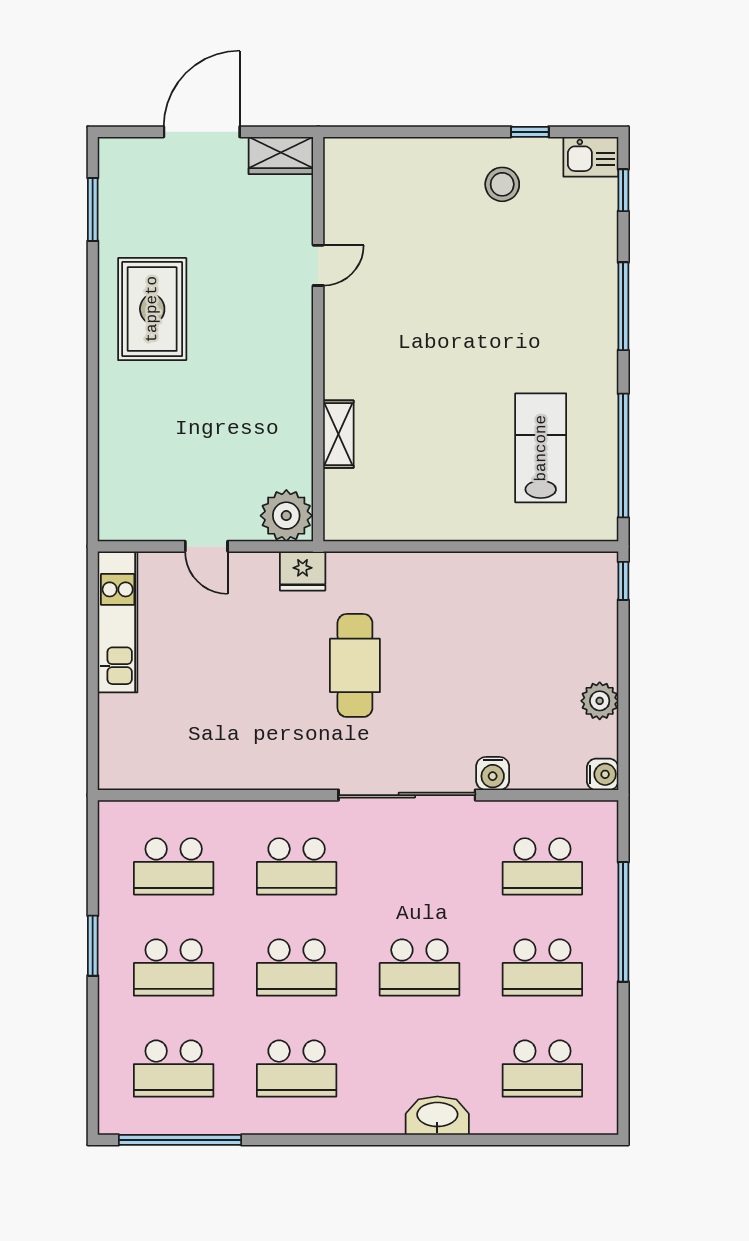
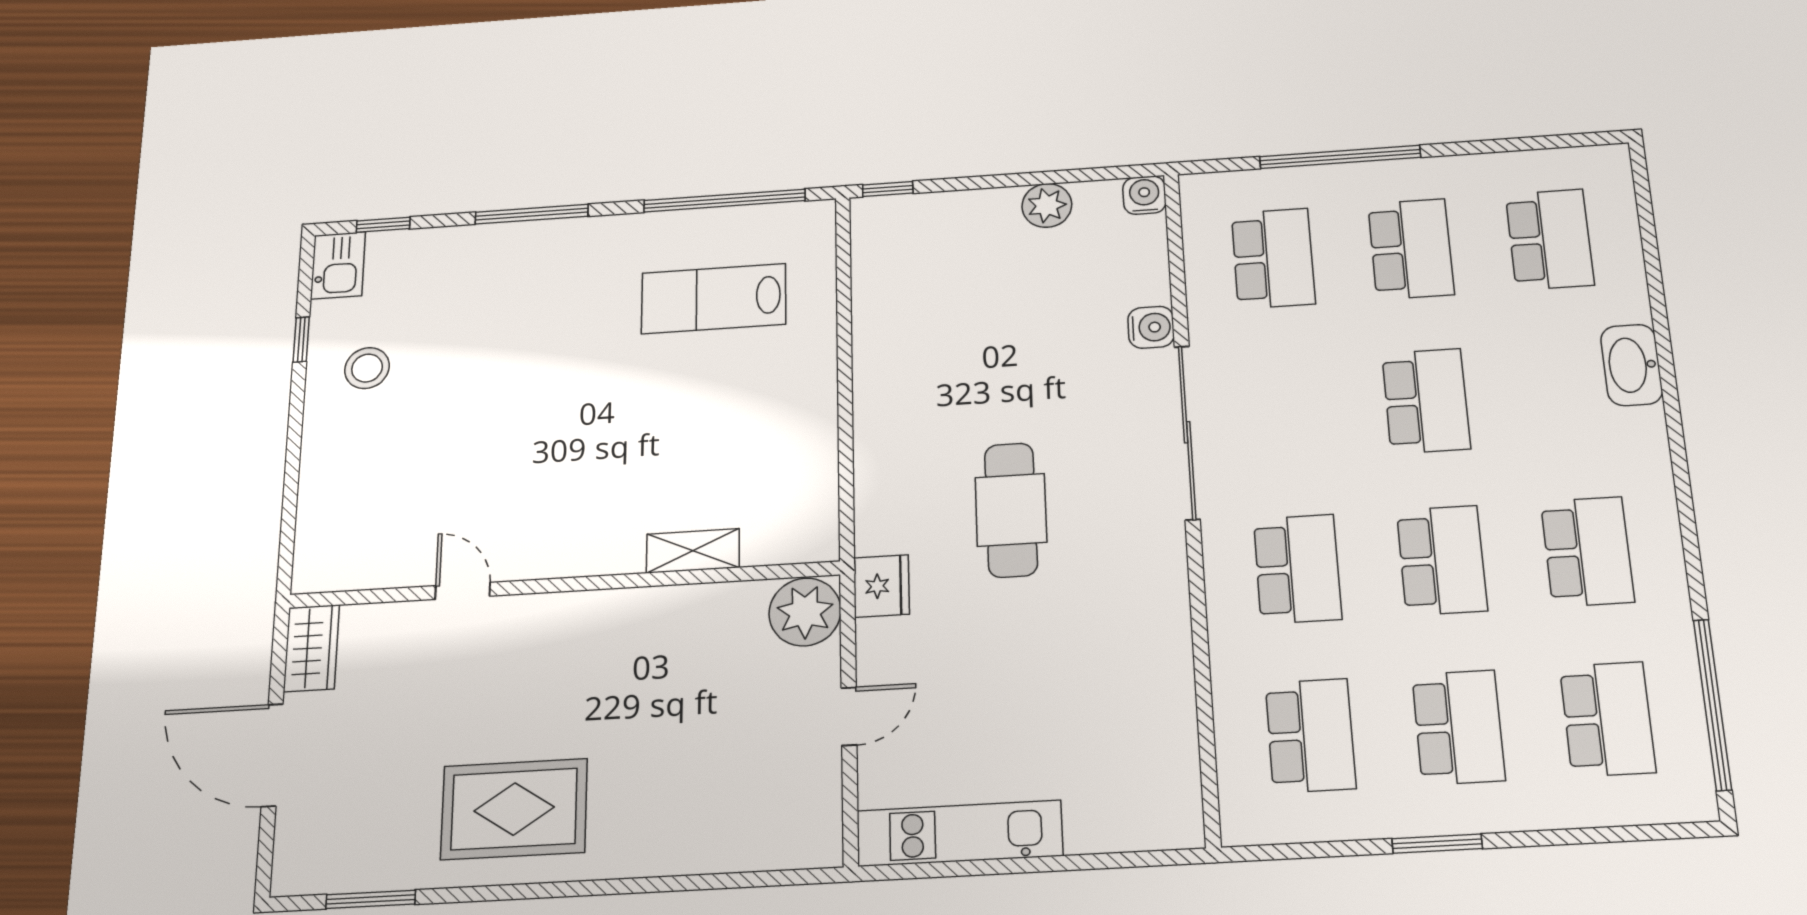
cafe table: (355, 665) -> (1011, 510), turned 90

